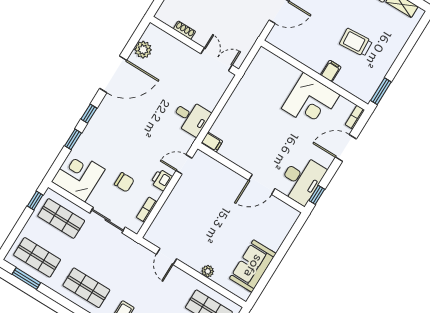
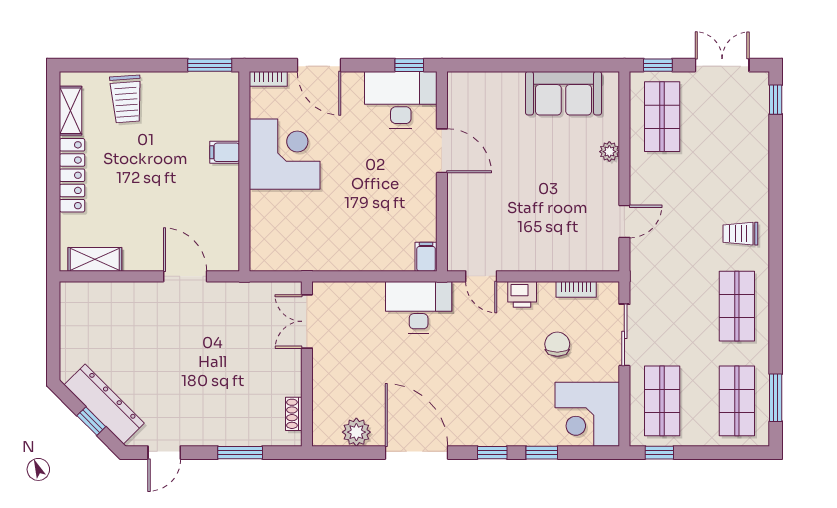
shoe rack: (184, 30) -> (294, 414), moved
trolley: (356, 42) -> (126, 99), moved
desk: (191, 117) -> (419, 307), width x1.37

